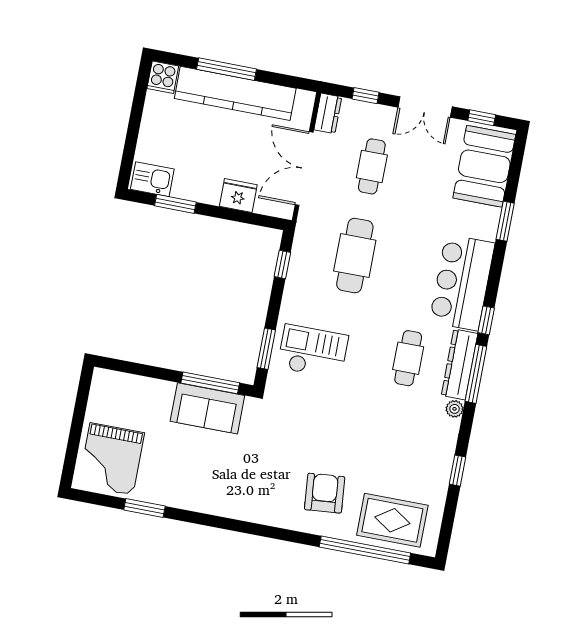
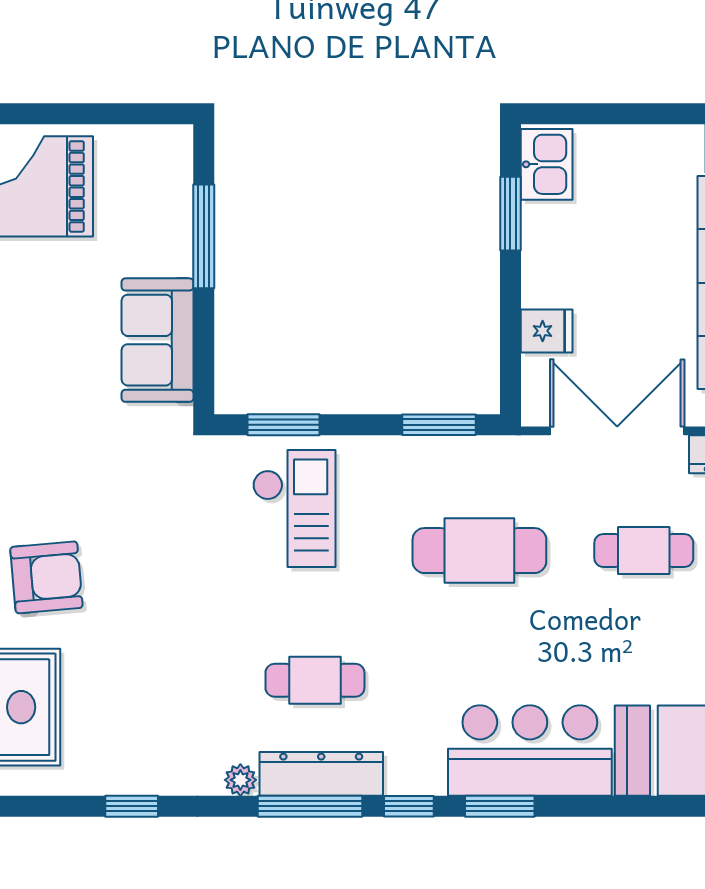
fridge: (238, 196) -> (547, 331), width x0.72
window: (505, 221) -> (500, 806), moved
window: (282, 264) -> (439, 425), width x1.50
bar counter: (462, 283) -> (530, 750), moved
window: (210, 383) -> (204, 236), moved

